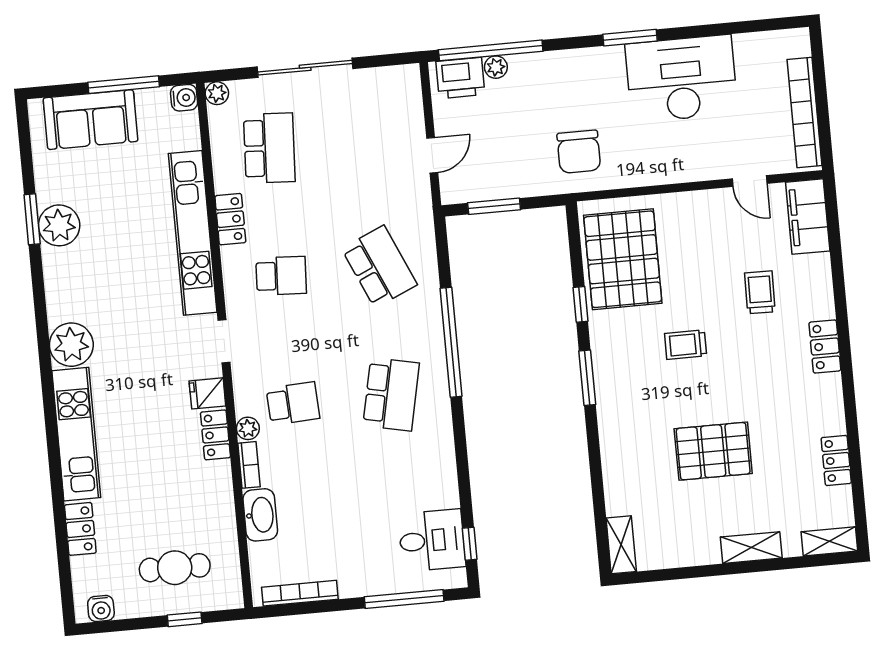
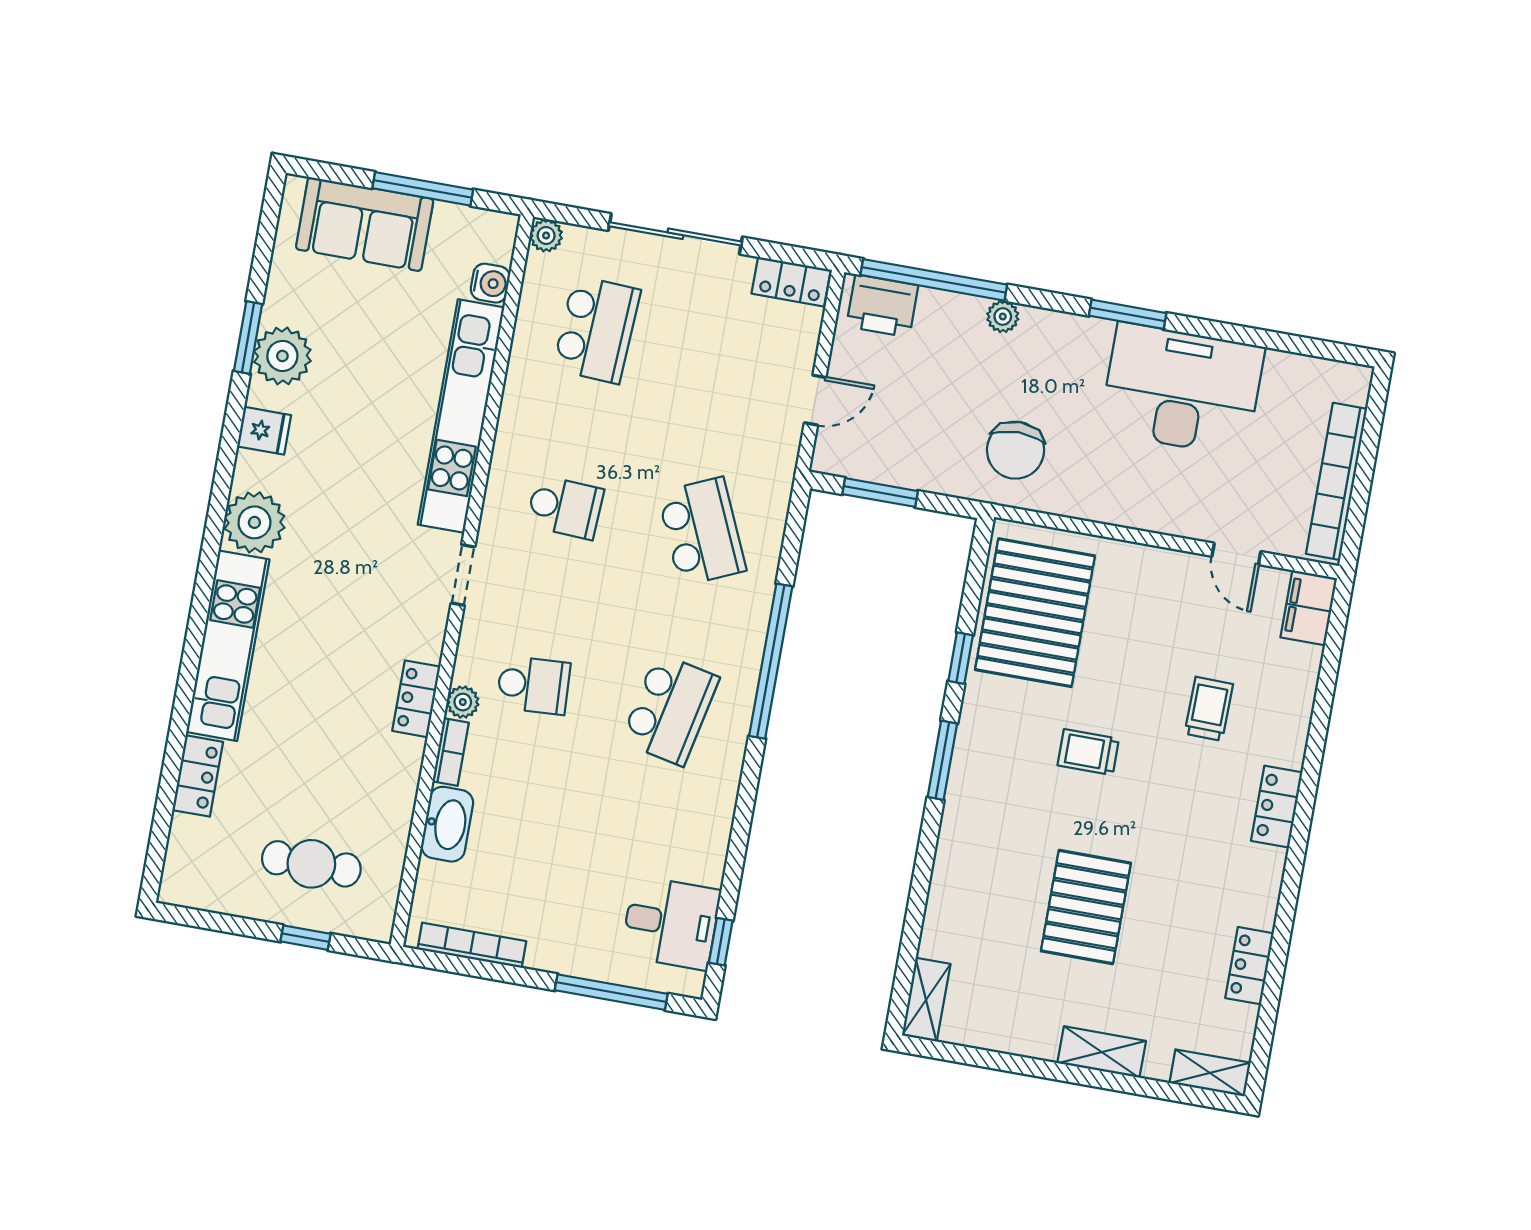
plant: (496, 67) -> (1003, 317), moved
water cooler: (184, 98) -> (490, 283), moved
filing cabinet: (808, 217) -> (1309, 608), width x0.67, depth x0.86
locker: (230, 219) -> (791, 282), moved, turned 90
fridge: (207, 393) -> (264, 431), moved, turned 180
pallet: (713, 451) -> (1086, 907), turned 90
water cooler: (101, 608) -> (196, 892), removed

